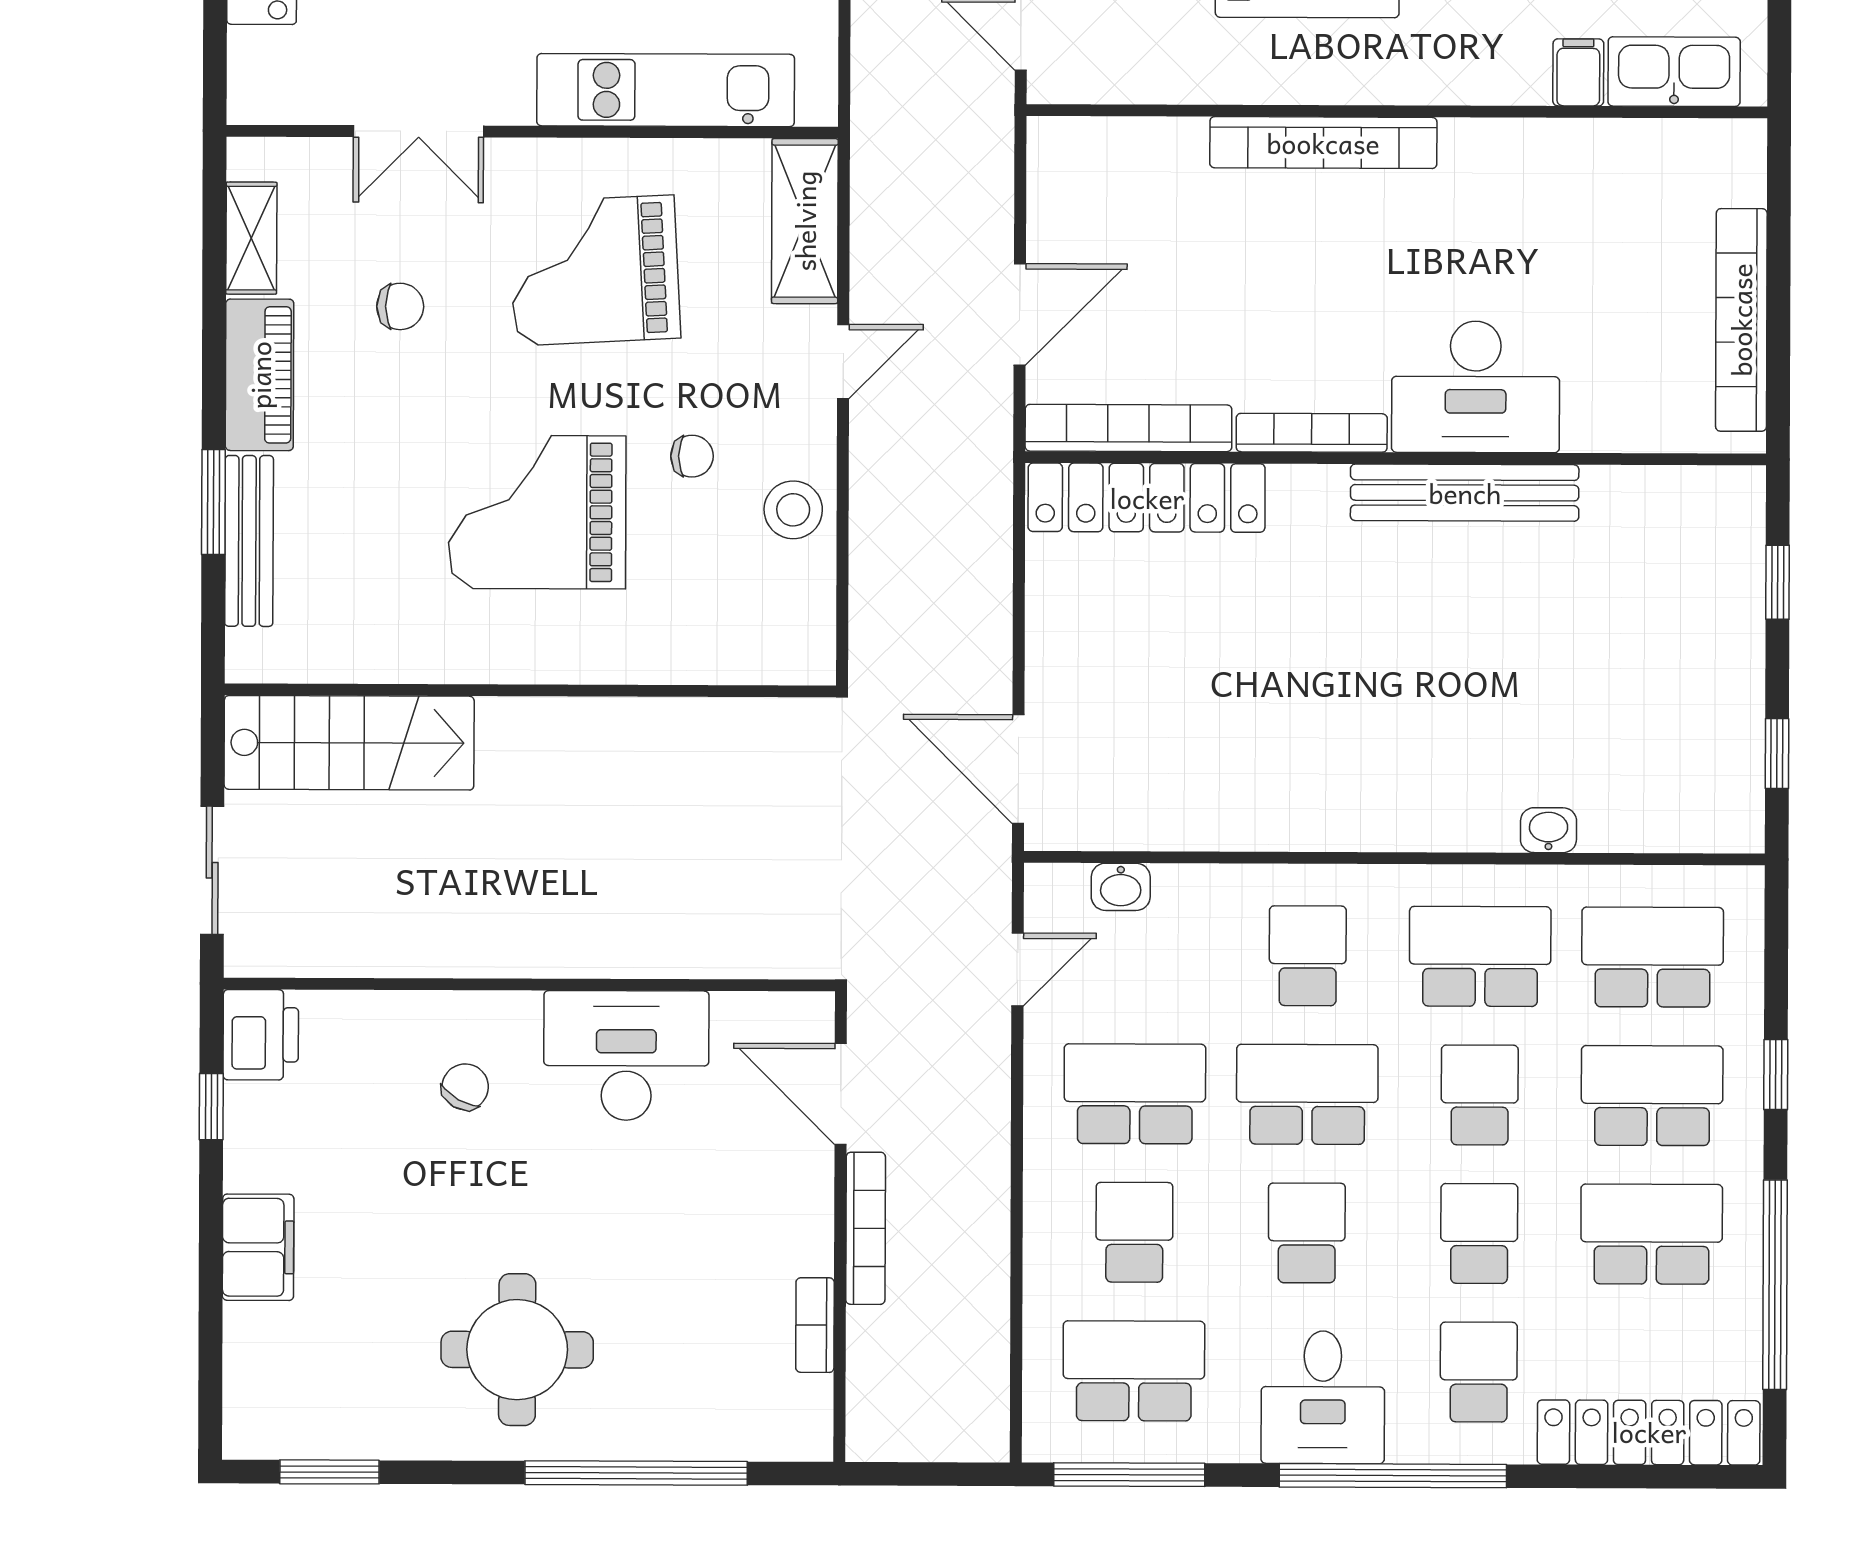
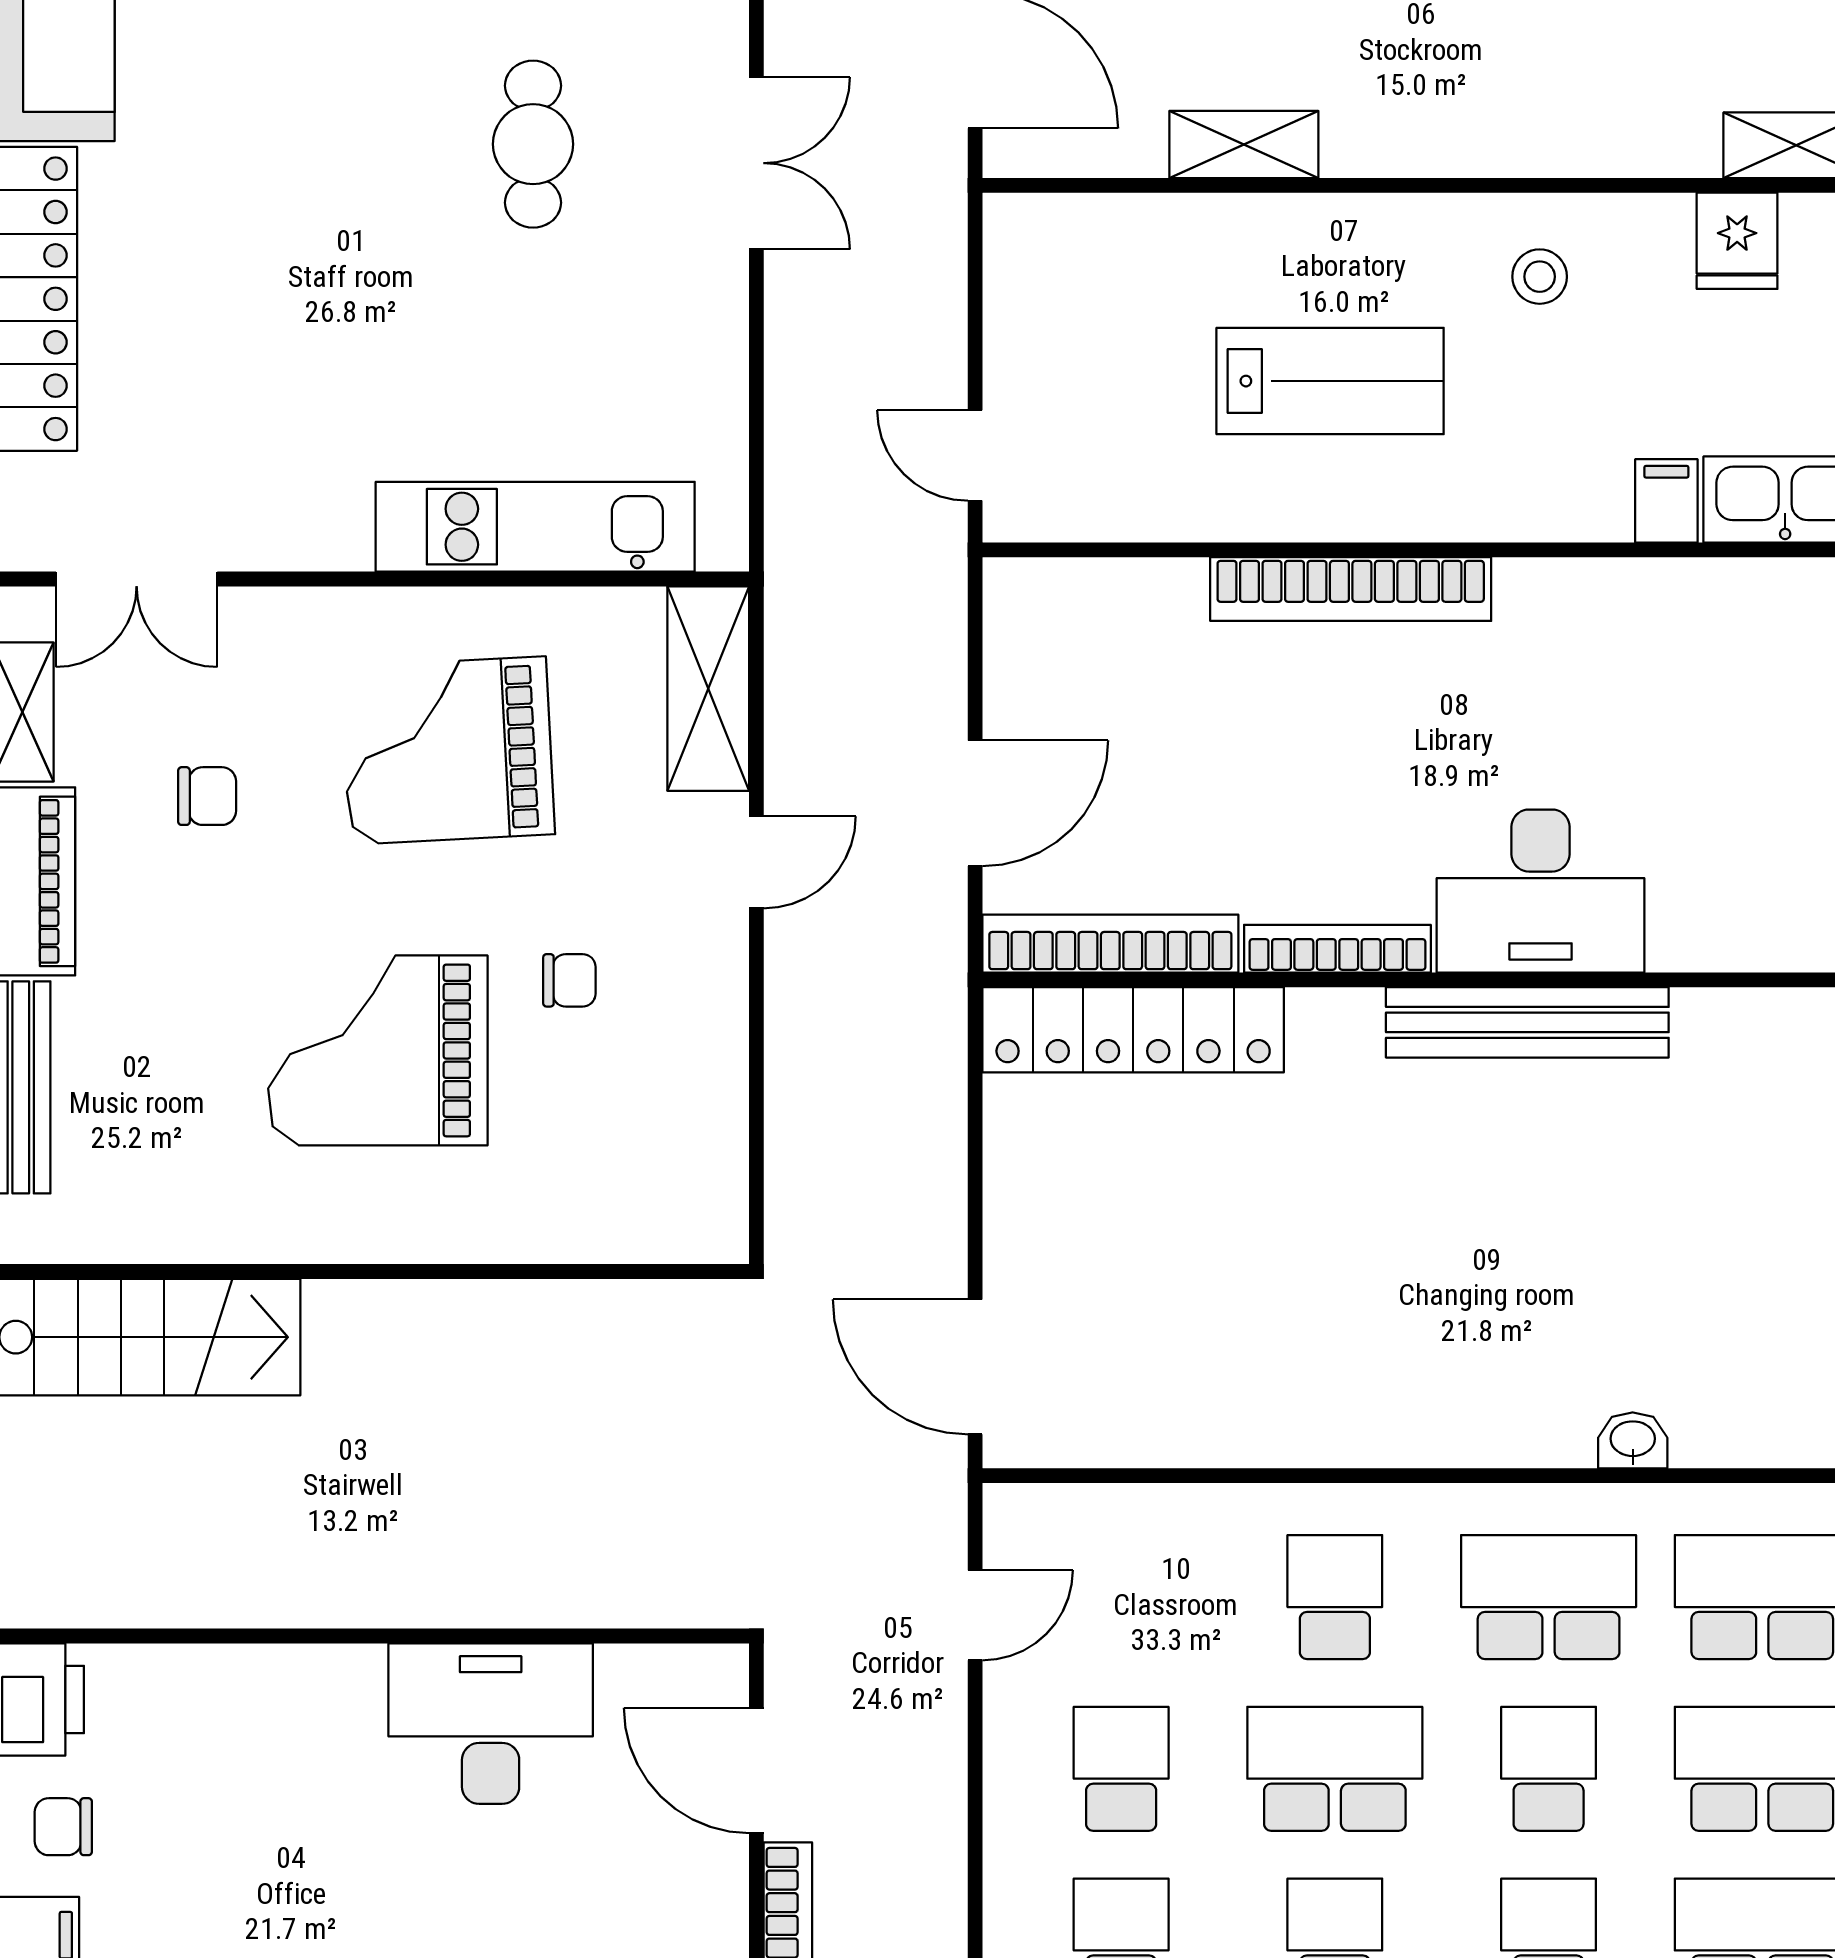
double door: (419, 131) -> (137, 579), moved
stool: (793, 510) -> (695, 1046), removed
washbasin: (1121, 887) -> (1103, 1512), removed
chair: (465, 1087) -> (63, 1827), moved, turned -120
school desk: (1135, 1094) -> (1121, 1769), width x0.54

